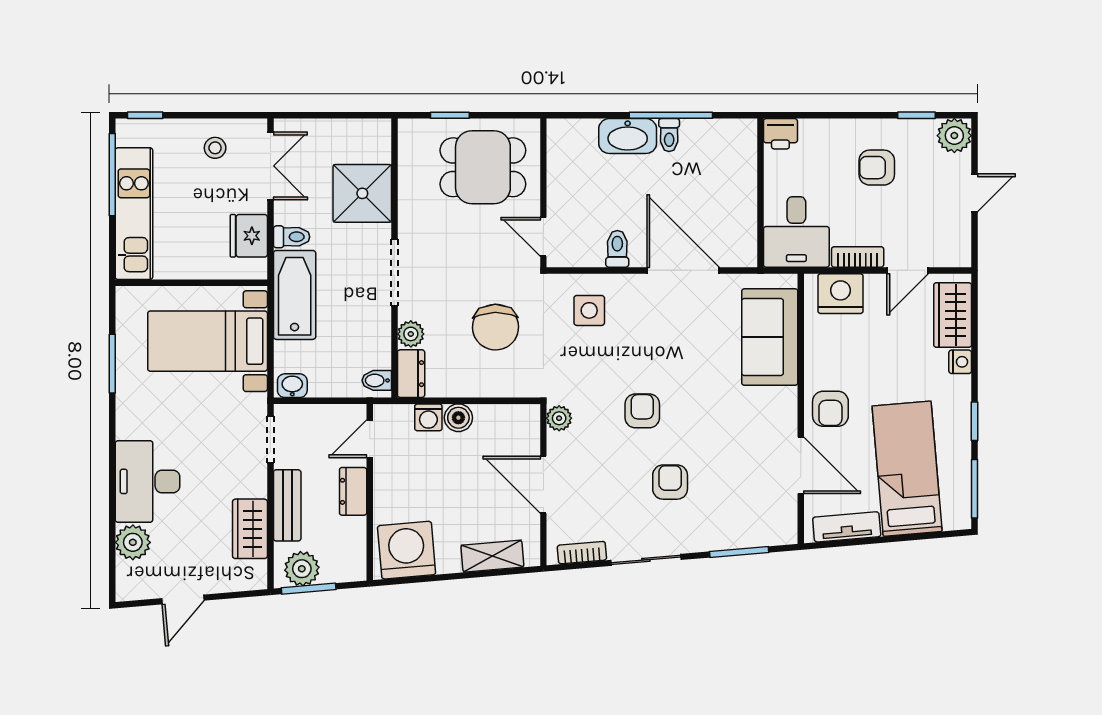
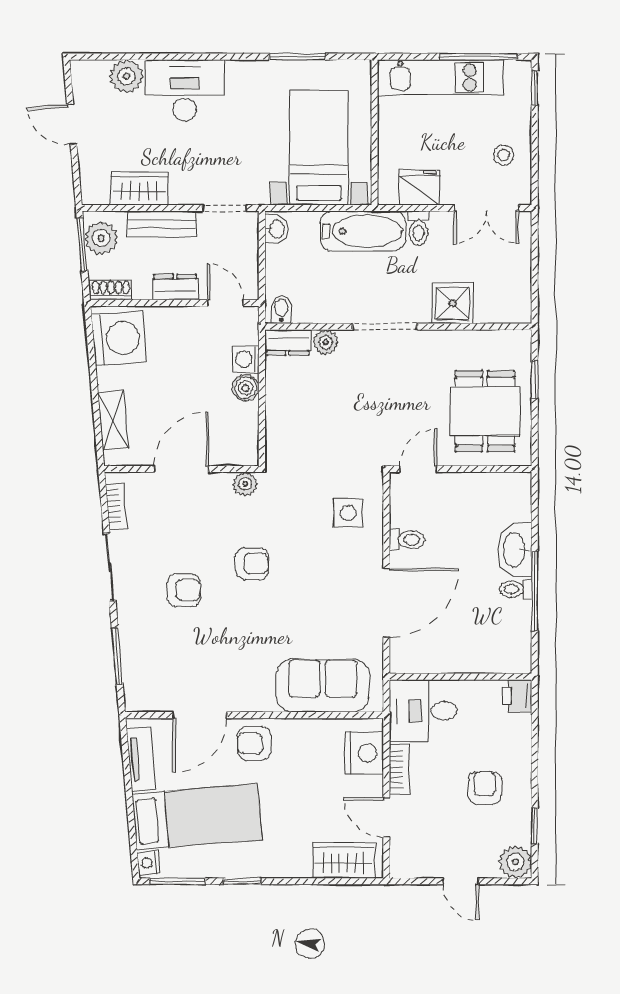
shower: (362, 193) -> (453, 303), width x0.73, depth x0.73
chair: (495, 327) -> (332, 423), removed
nightstand: (960, 362) -> (149, 863), moved, turned 85
shoe rack: (356, 559) -> (111, 290), added

